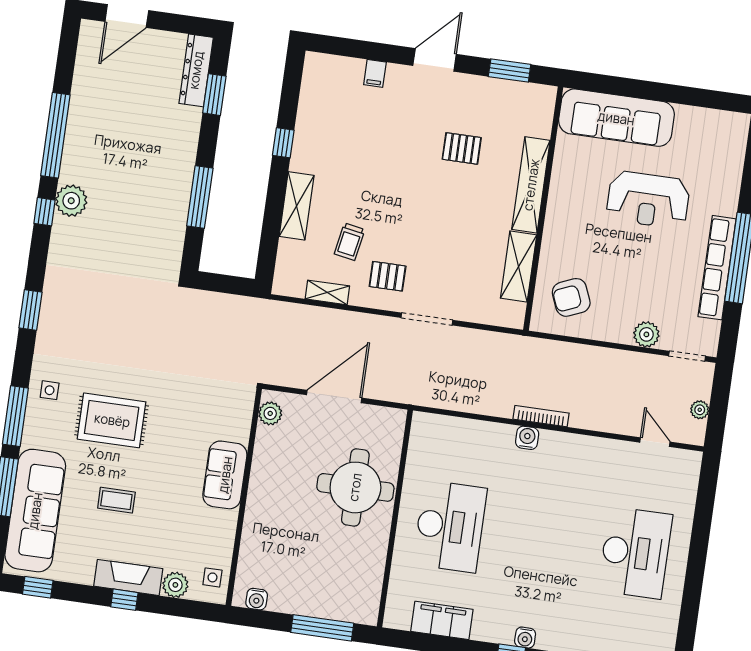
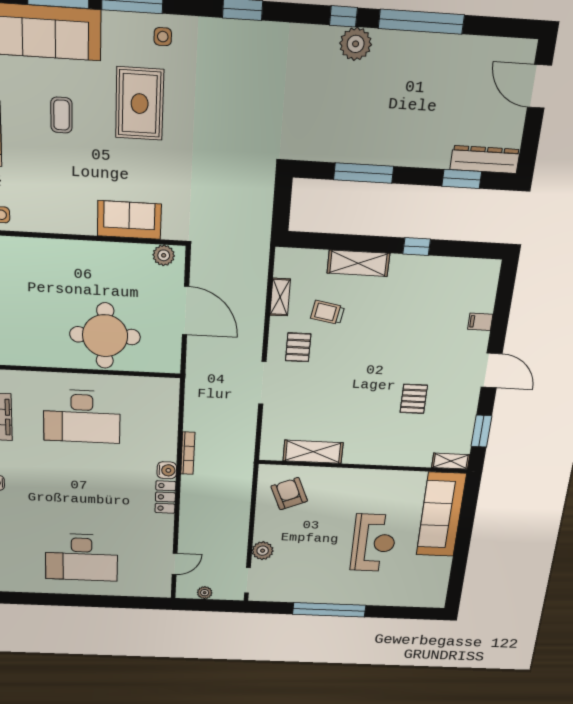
shelving: (531, 185) -> (451, 461), moved, width x0.45, depth x0.75
reception desk: (648, 200) -> (374, 543), turned 180
row of seats: (717, 268) -> (320, 595), removed
bookcase: (541, 416) -> (188, 453), moved
locker: (562, 443) -> (165, 497), added
sofa: (225, 475) -> (129, 220), moved

